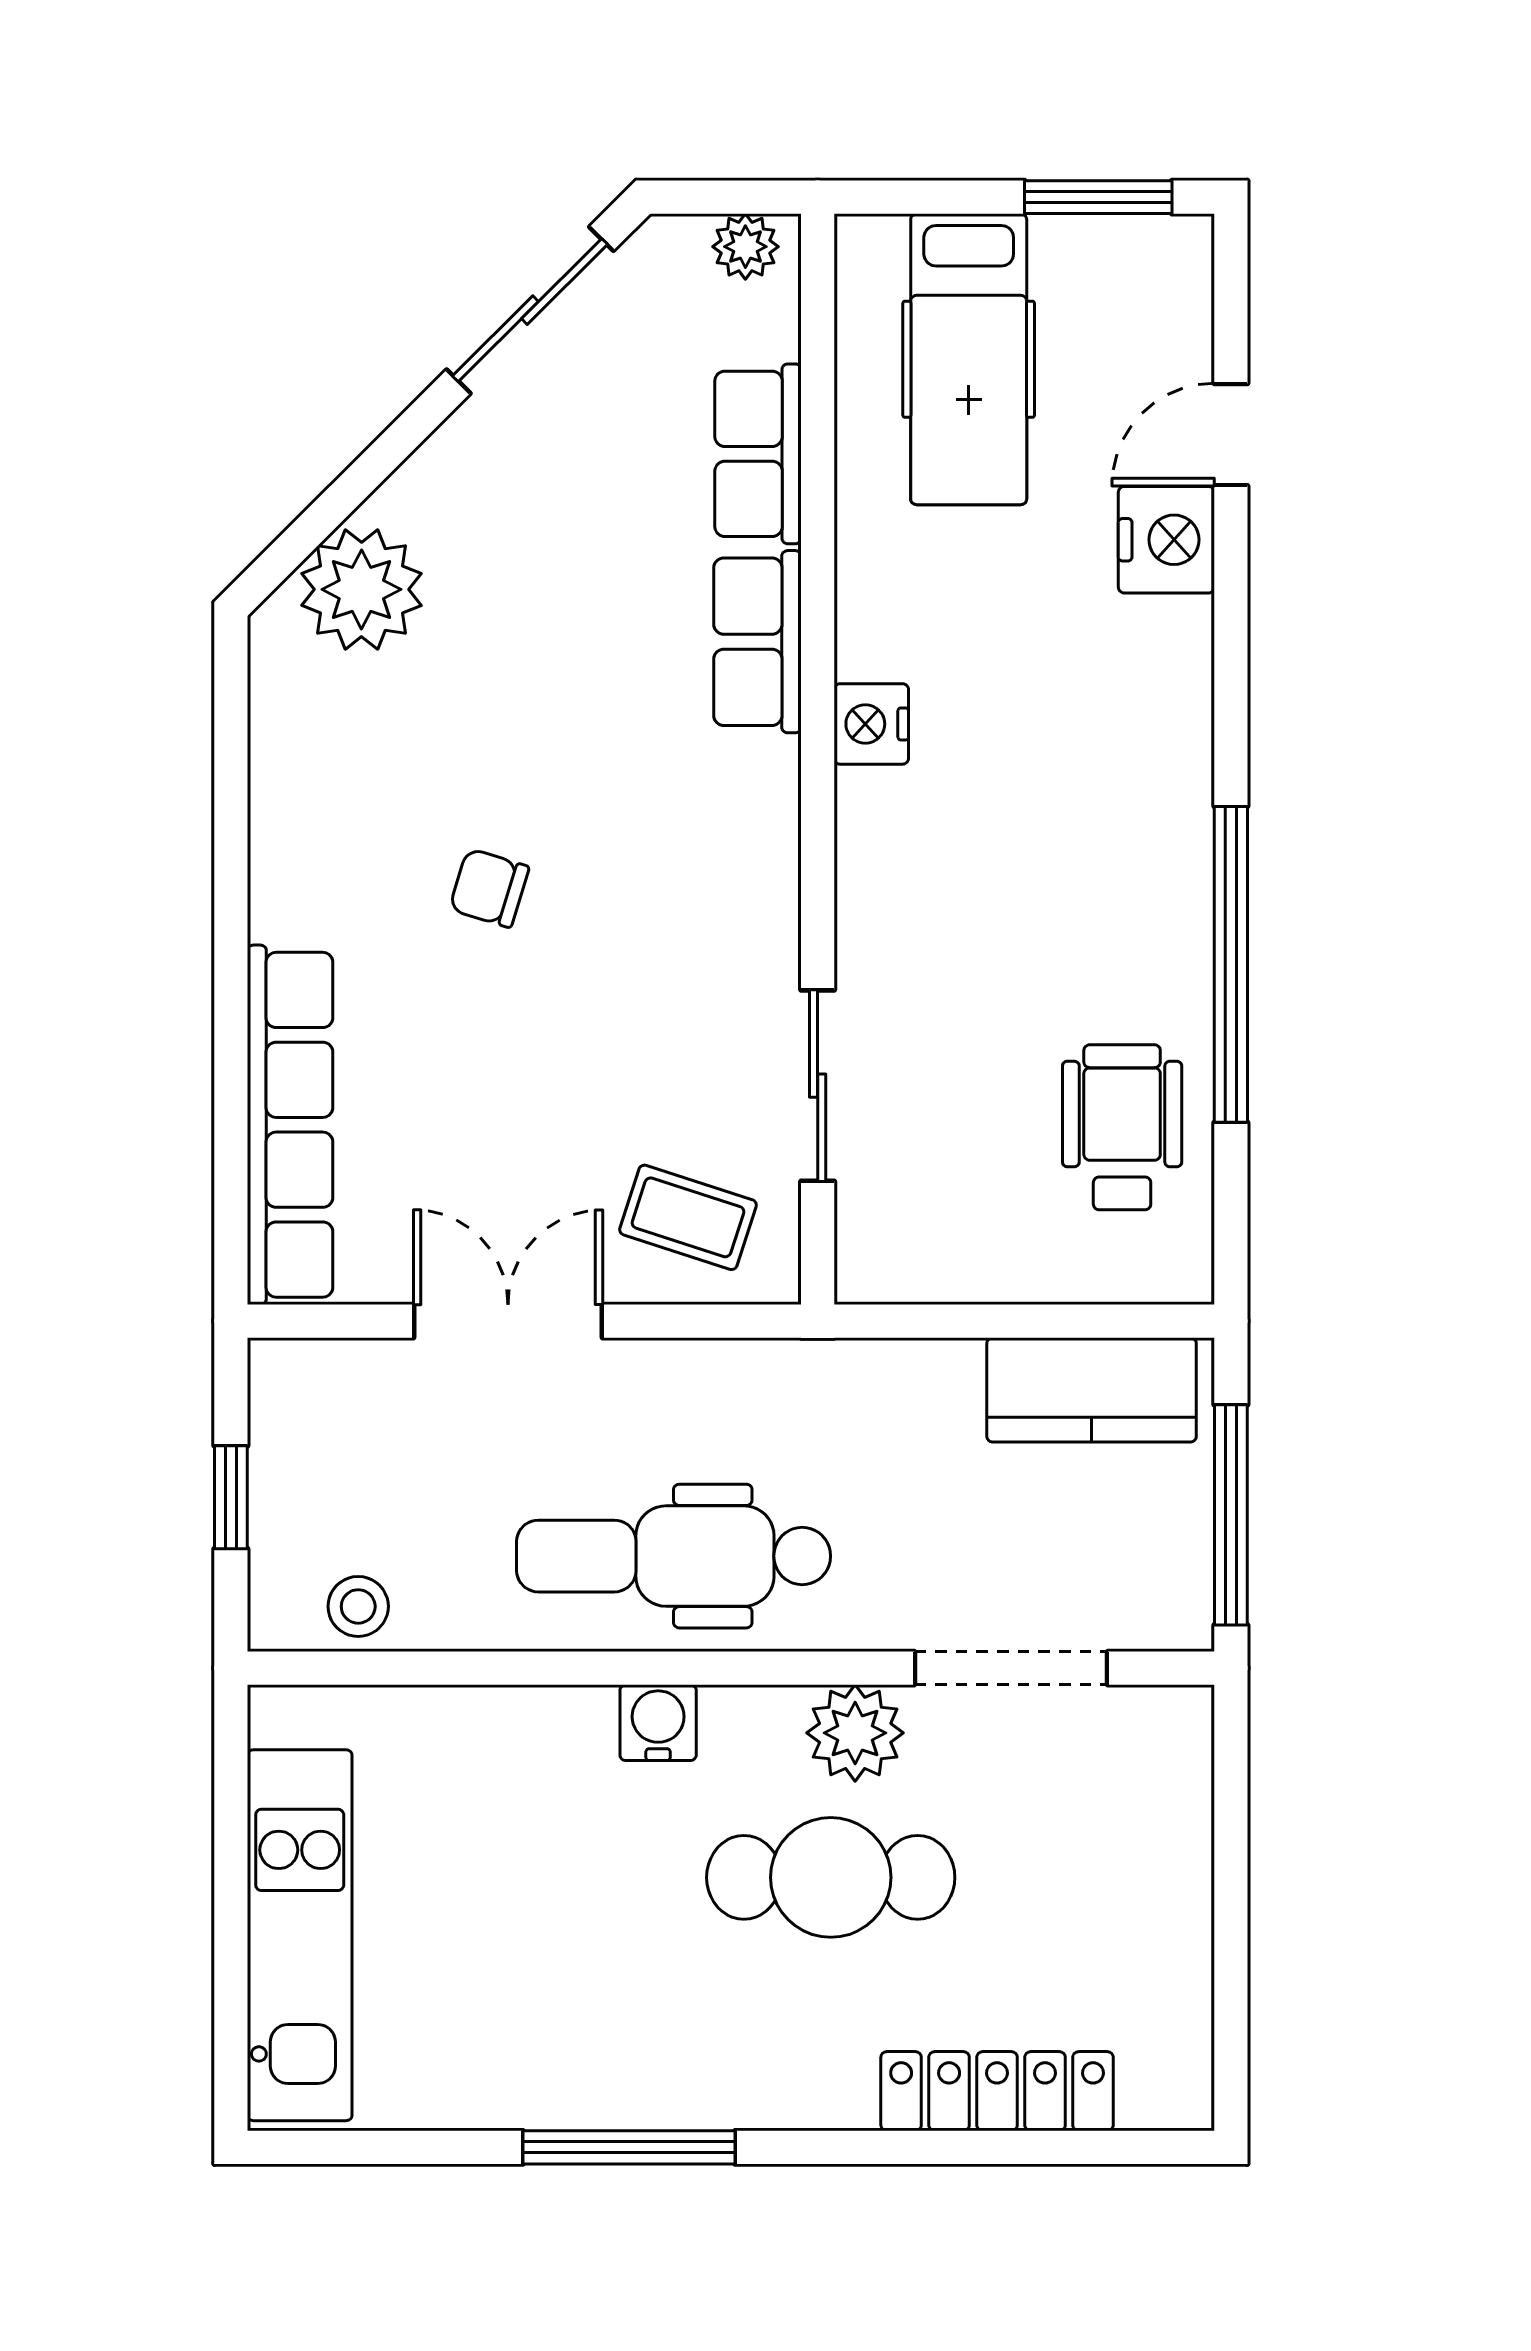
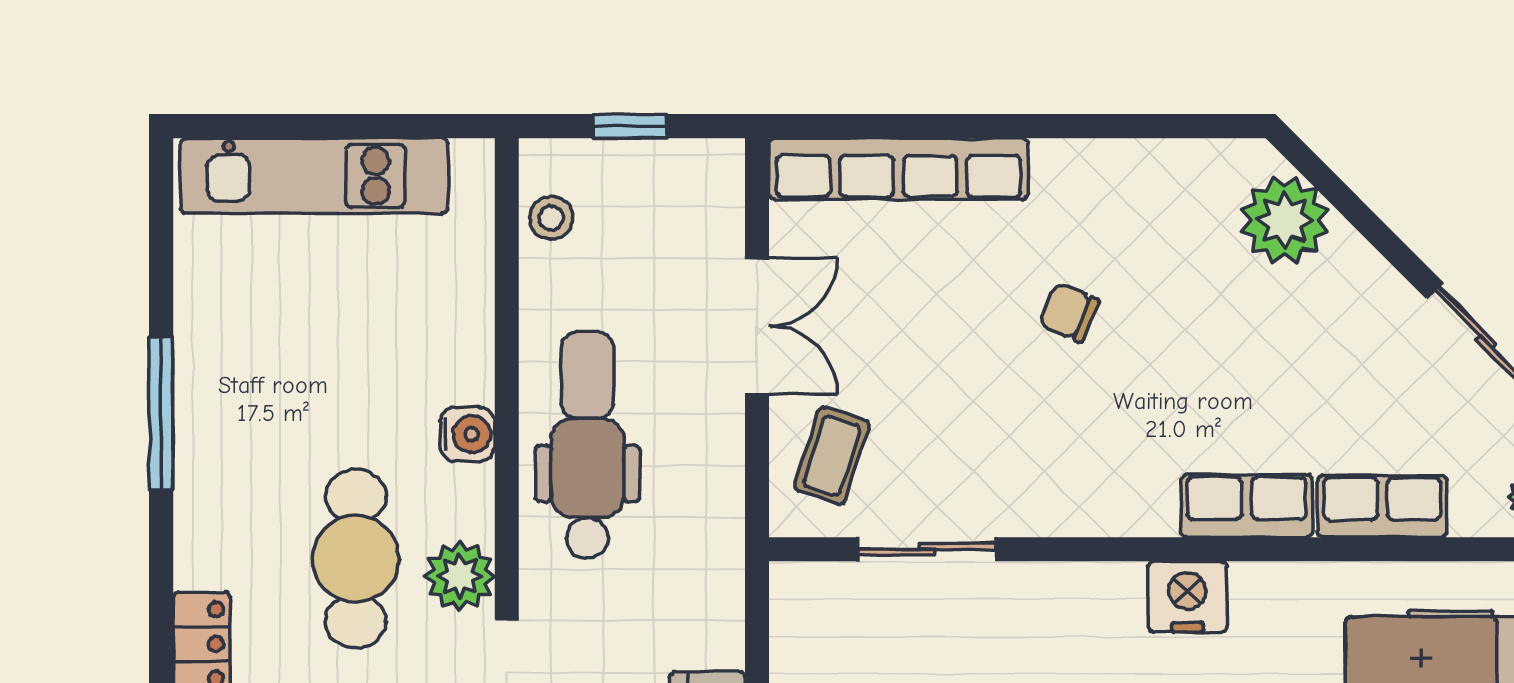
nightstand: (871, 724) -> (1187, 597), width x1.36, depth x1.33
chair: (489, 888) -> (1069, 312), turned -84

